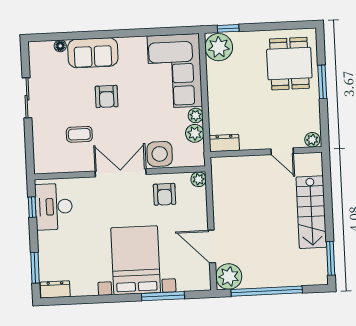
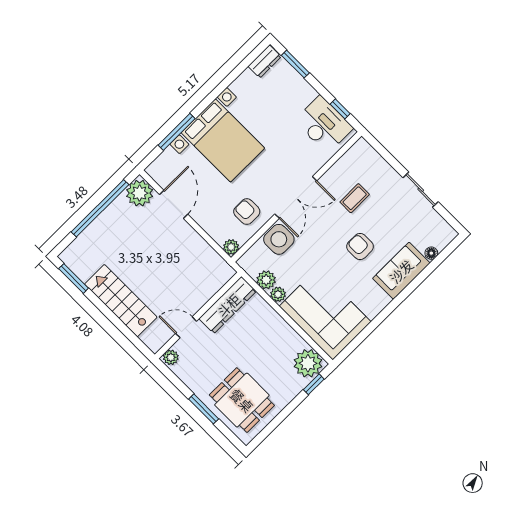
dresser: (224, 143) -> (228, 305), width x1.96, depth x1.24
door: (212, 247) -> (174, 204), hinge flipped

